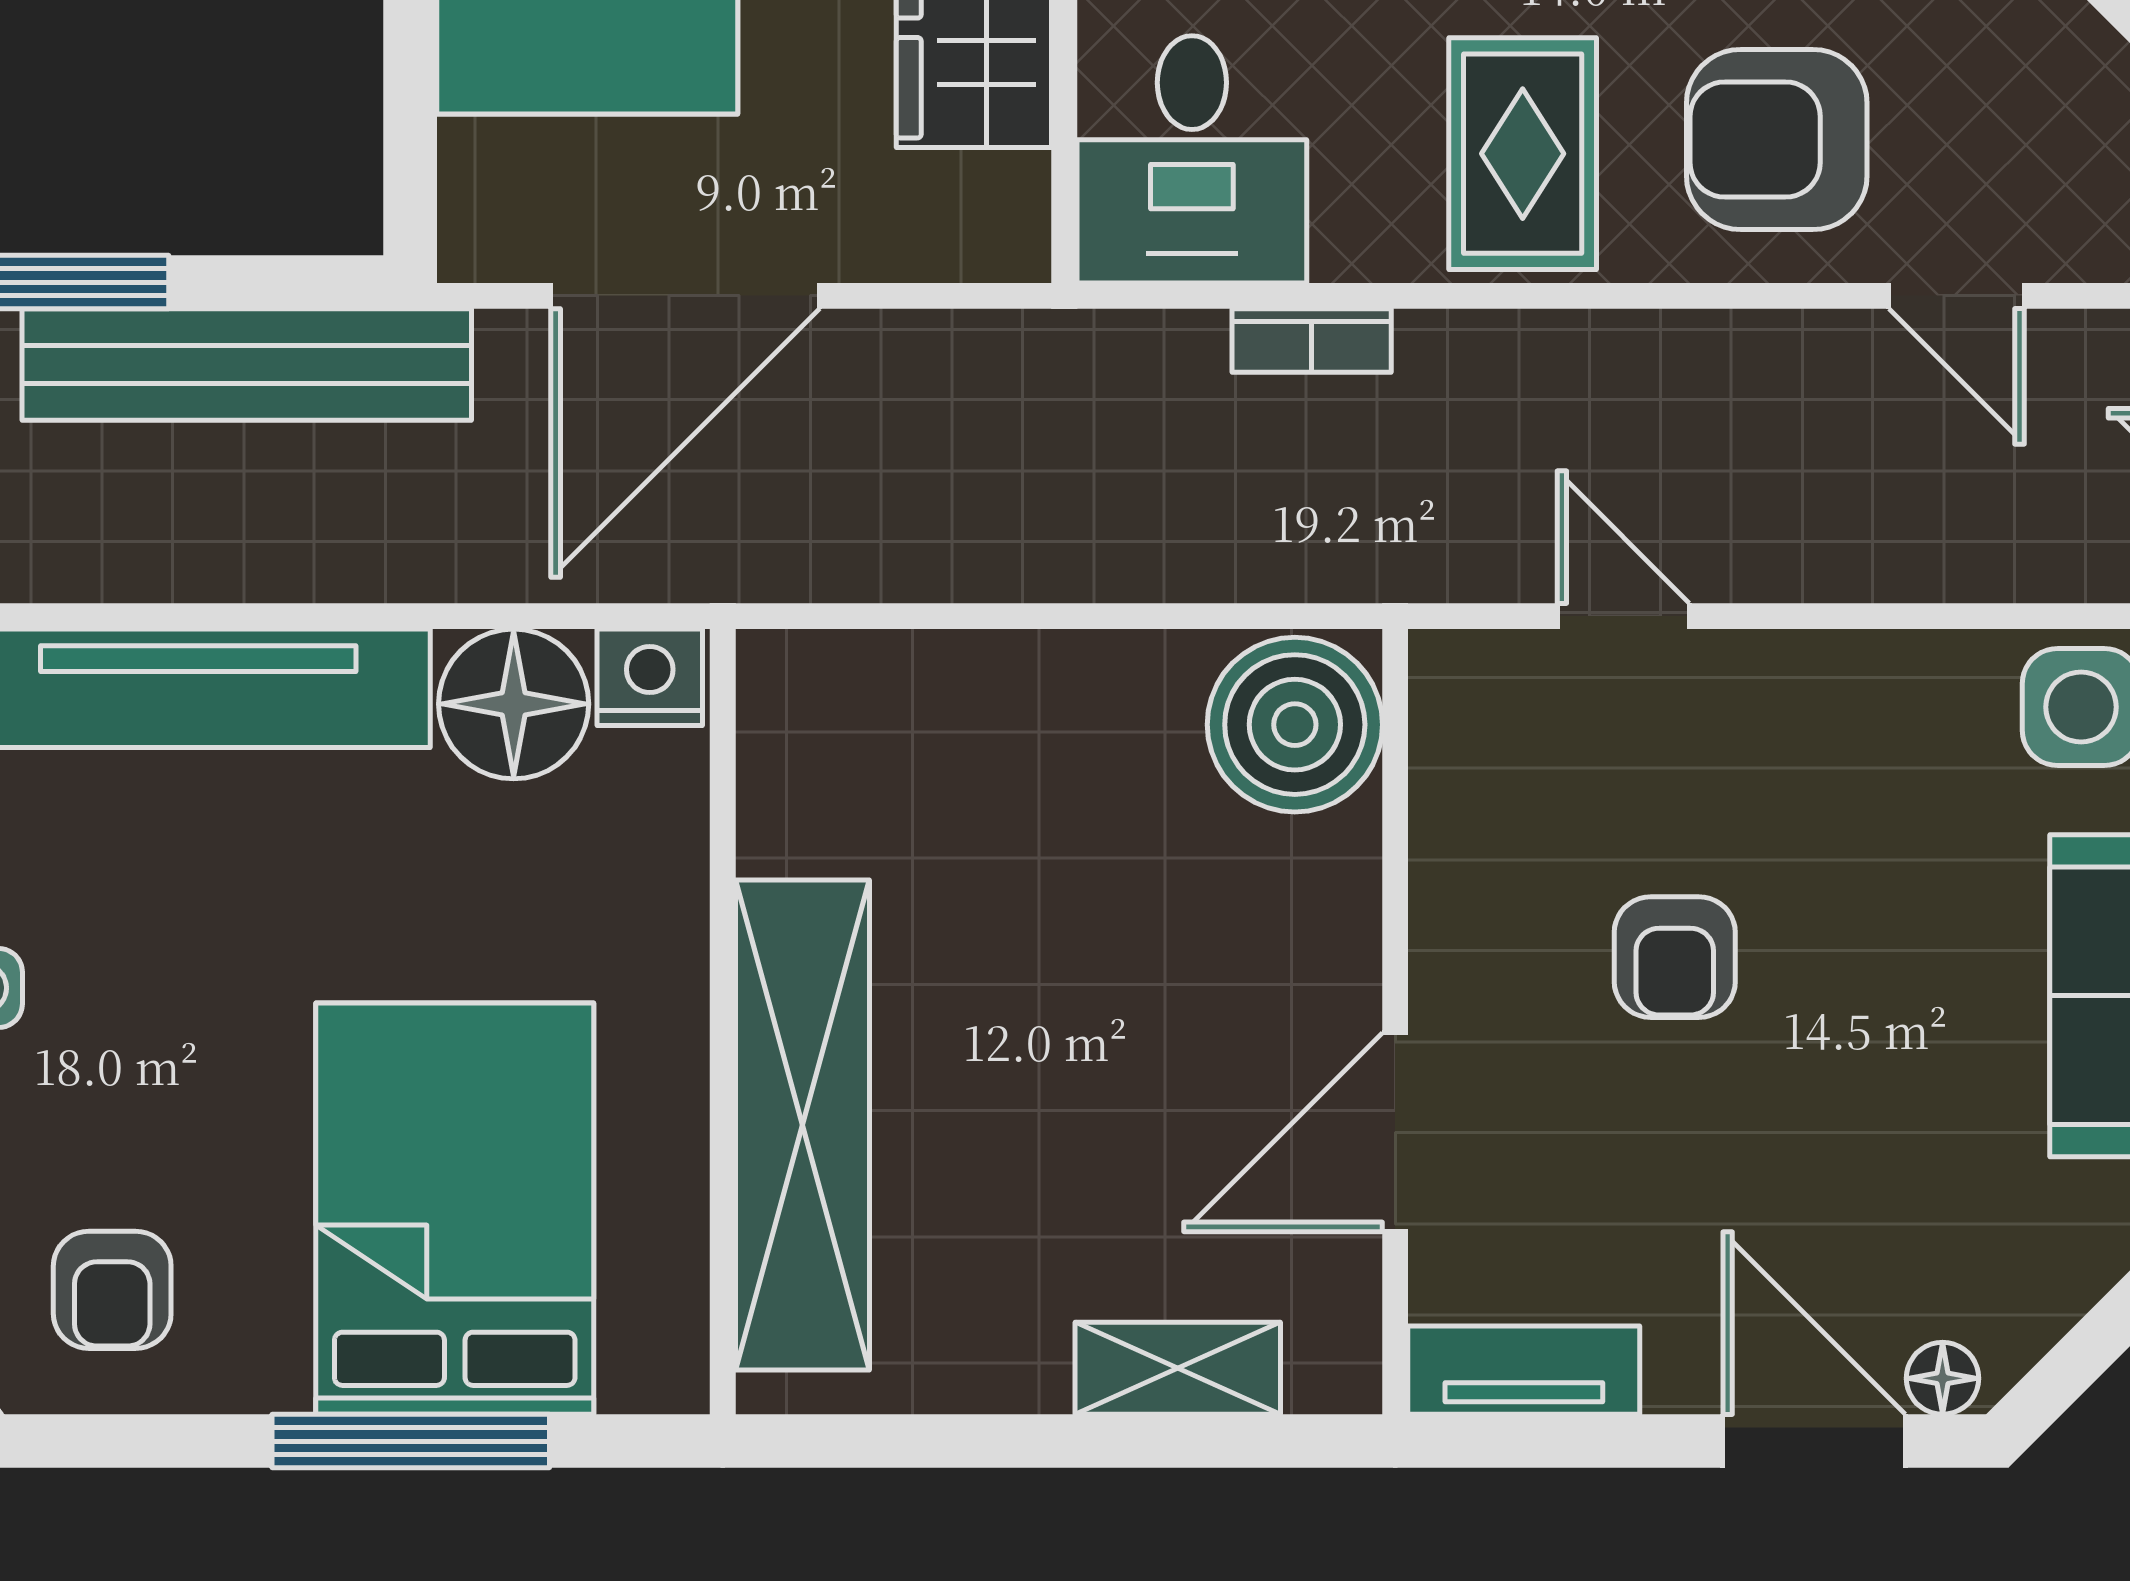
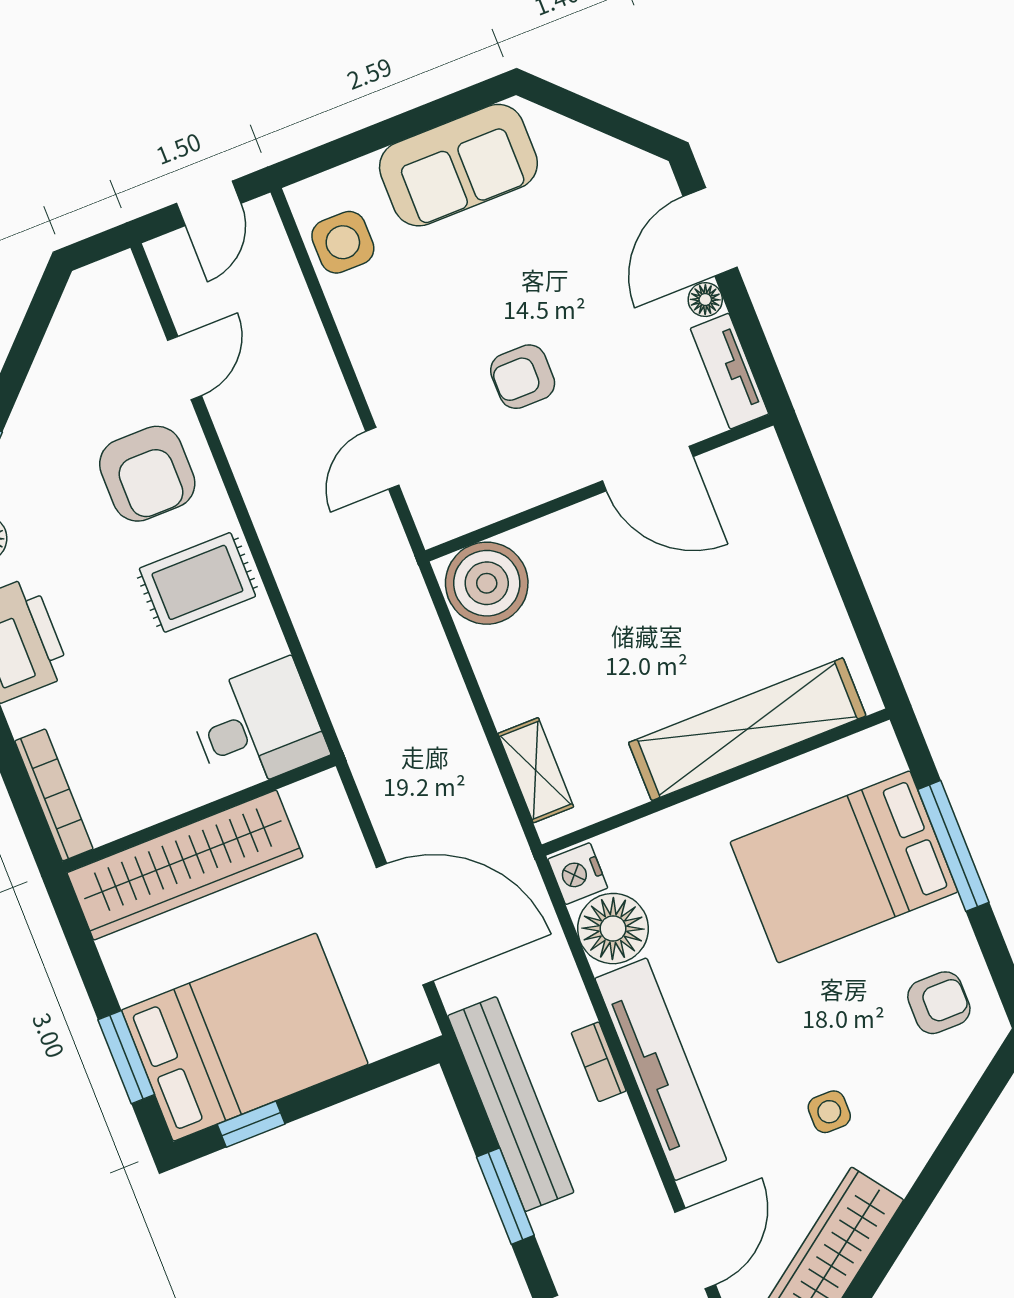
bookcase: (1312, 341) -> (599, 1062), moved, turned 180
armchair: (1675, 957) -> (523, 377), turned 180
shelving: (1178, 1368) -> (536, 770), moved
floor lamp: (1943, 1378) -> (705, 300), moved

